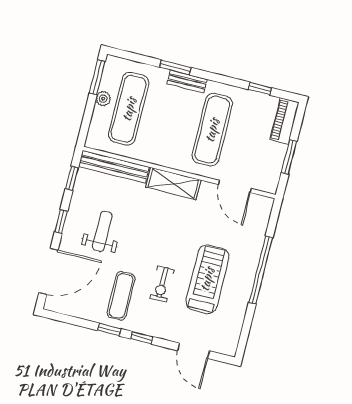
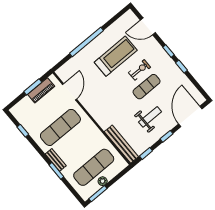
piano: (284, 121) -> (41, 90), moved
shelving: (173, 184) -> (98, 115), removed
weight bench: (102, 231) -> (150, 117), turned 180
door: (49, 271) -> (190, 116), hinge flipped
treadmill: (207, 279) -> (116, 56), turned 180
exercise mat: (121, 296) -> (147, 87), moved
door: (193, 351) -> (148, 26), swing flipped

